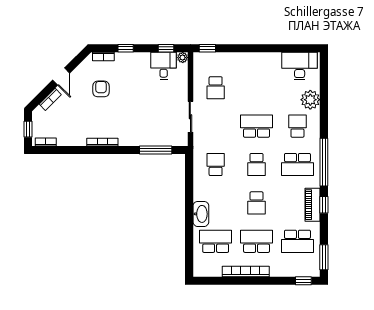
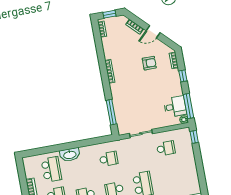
window: (166, 48) -> (188, 106), width x2.17
school desk: (216, 88) -> (166, 148), turned 180

